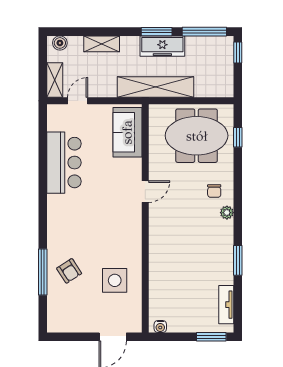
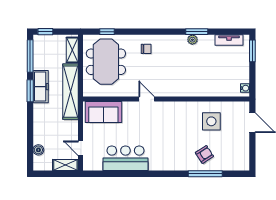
boiler: (60, 43) -> (38, 150), moved
shelving: (102, 44) -> (72, 50), moved
plant: (227, 213) -> (192, 40), moved

